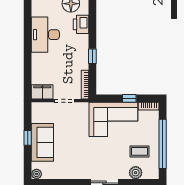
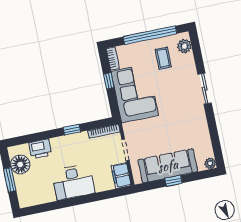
desk: (45, 35) -> (73, 182), moved
sofa: (42, 142) -> (168, 166), width x1.36
plant: (136, 173) -> (184, 46), moved

